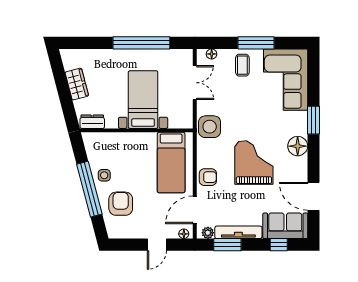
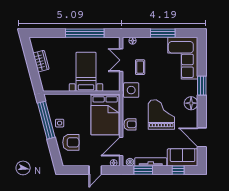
coffee table: (242, 65) -> (140, 67), moved
double door: (195, 83) -> (121, 60), swing flipped
dresser: (92, 122) -> (51, 87), removed
bed: (171, 162) -> (105, 114), width x1.50
window: (89, 189) -> (46, 120), moved
armchair: (121, 204) -> (71, 142), turned 90

